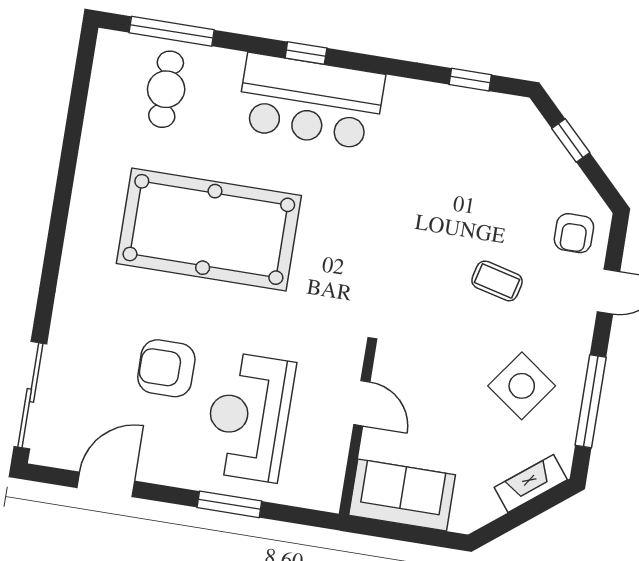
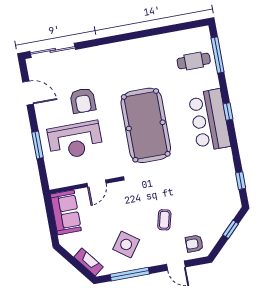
pool table: (209, 229) -> (146, 125), moved
armchair: (166, 368) -> (83, 101), turned 180
reception desk: (249, 417) -> (75, 140), turned 180

